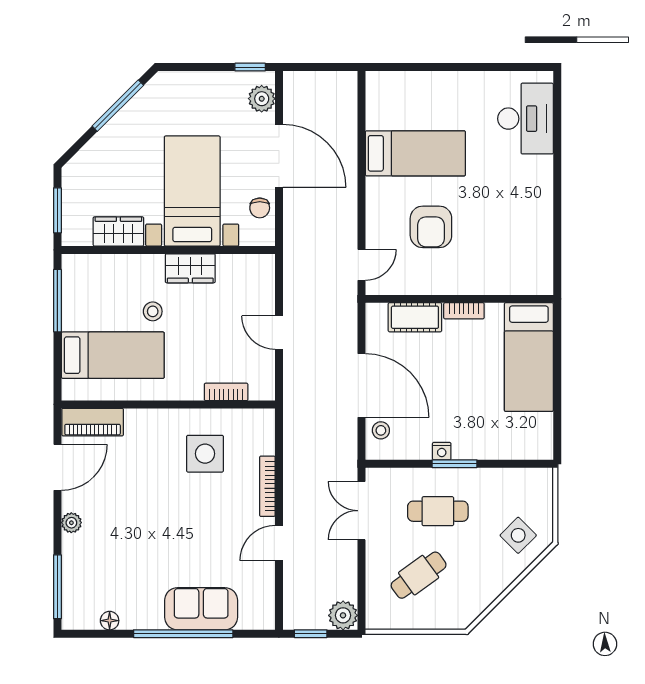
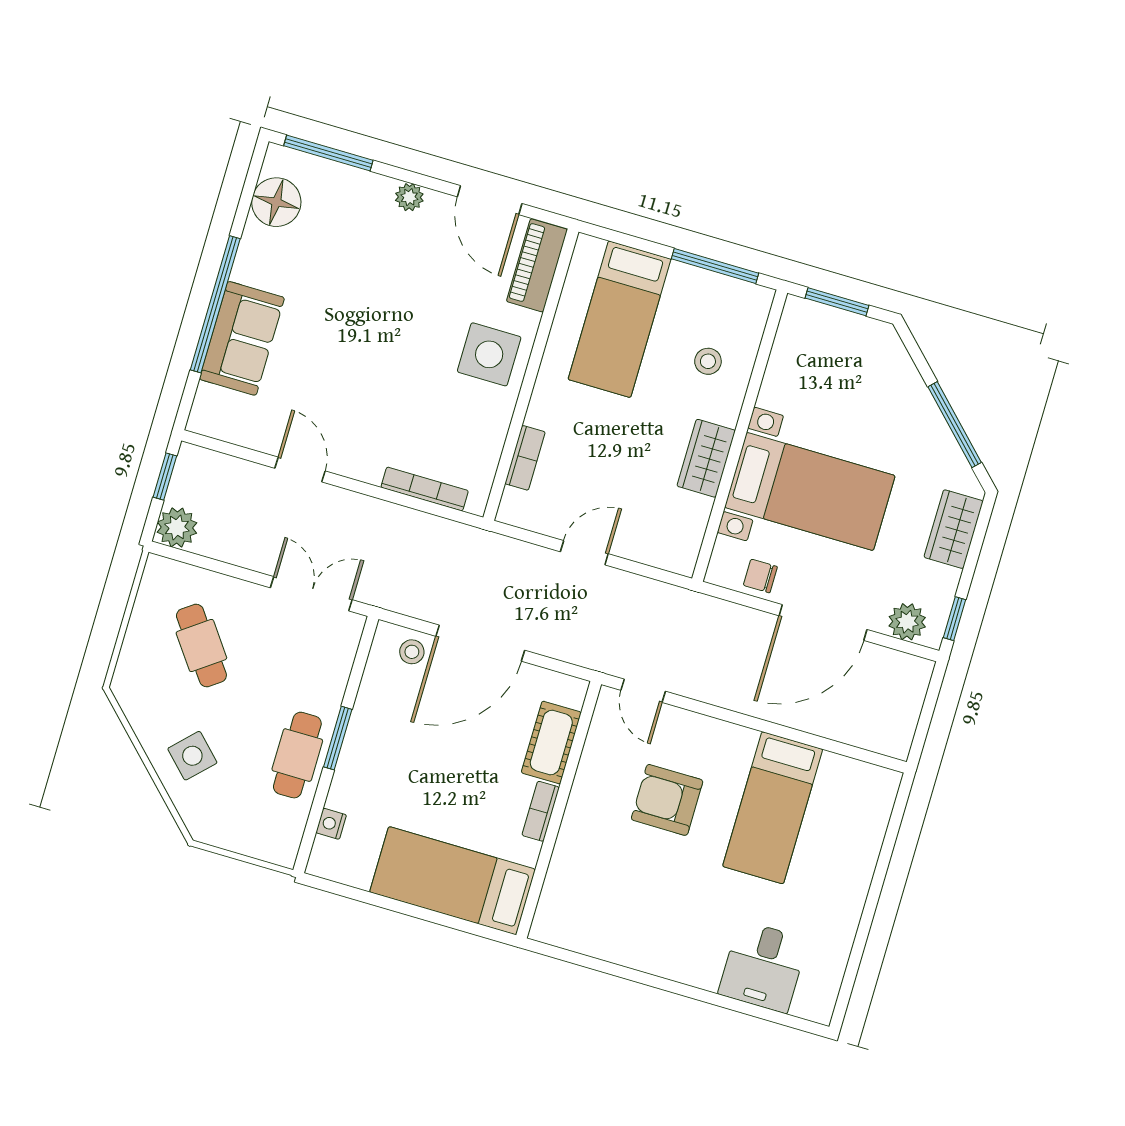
desk: (525, 119) -> (763, 967), width x0.73
wardrobe: (118, 231) -> (954, 529), moved, turned 180
stool: (153, 311) -> (708, 361), moved
nightstand: (442, 451) -> (331, 824), moved
side table: (205, 454) -> (489, 354), moved
bookcase: (267, 486) -> (425, 489), moved
cafe table: (438, 511) -> (297, 755), moved
side table: (518, 535) -> (192, 756), moved
floor lamp: (110, 621) -> (276, 202), width x1.89, depth x1.89

